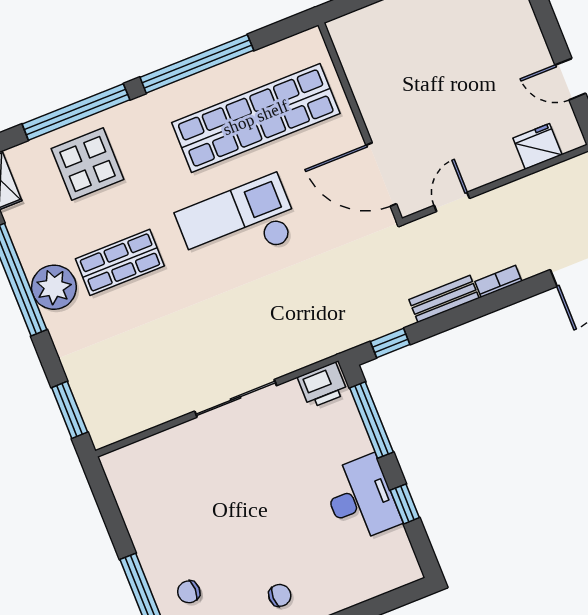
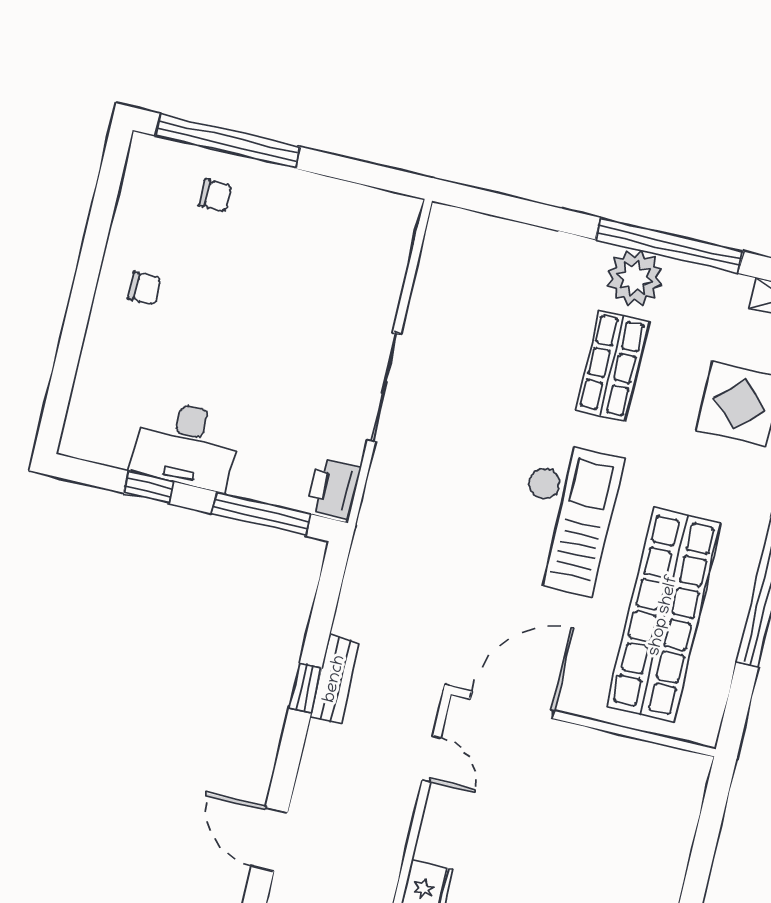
bookcase: (498, 281) -> (314, 749), removed
window: (390, 343) -> (305, 688), moved
window: (70, 410) -> (494, 204), removed
chair: (189, 592) -> (215, 195), turned 90
chair: (280, 595) -> (144, 288), turned -90

